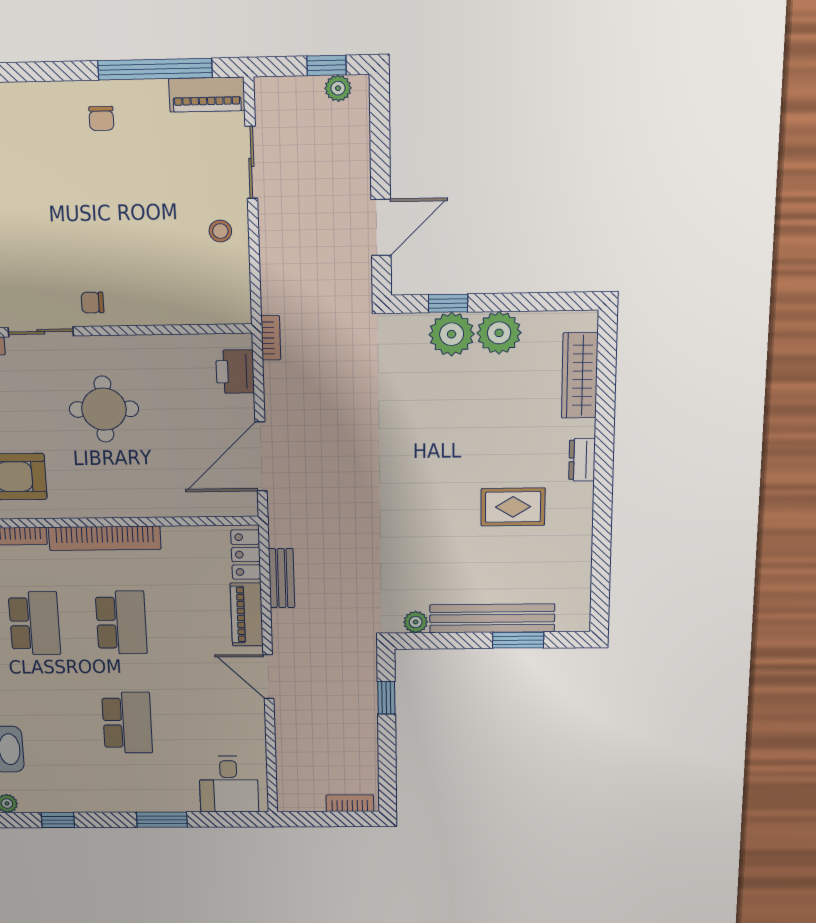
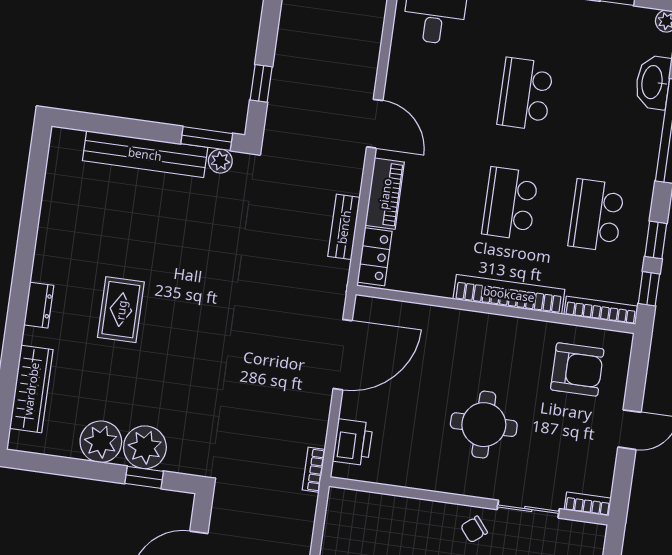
chair: (93, 303) -> (474, 529), turned 141
rug: (513, 507) -> (121, 310), moved, turned 90
window: (518, 640) -> (207, 139), moved

